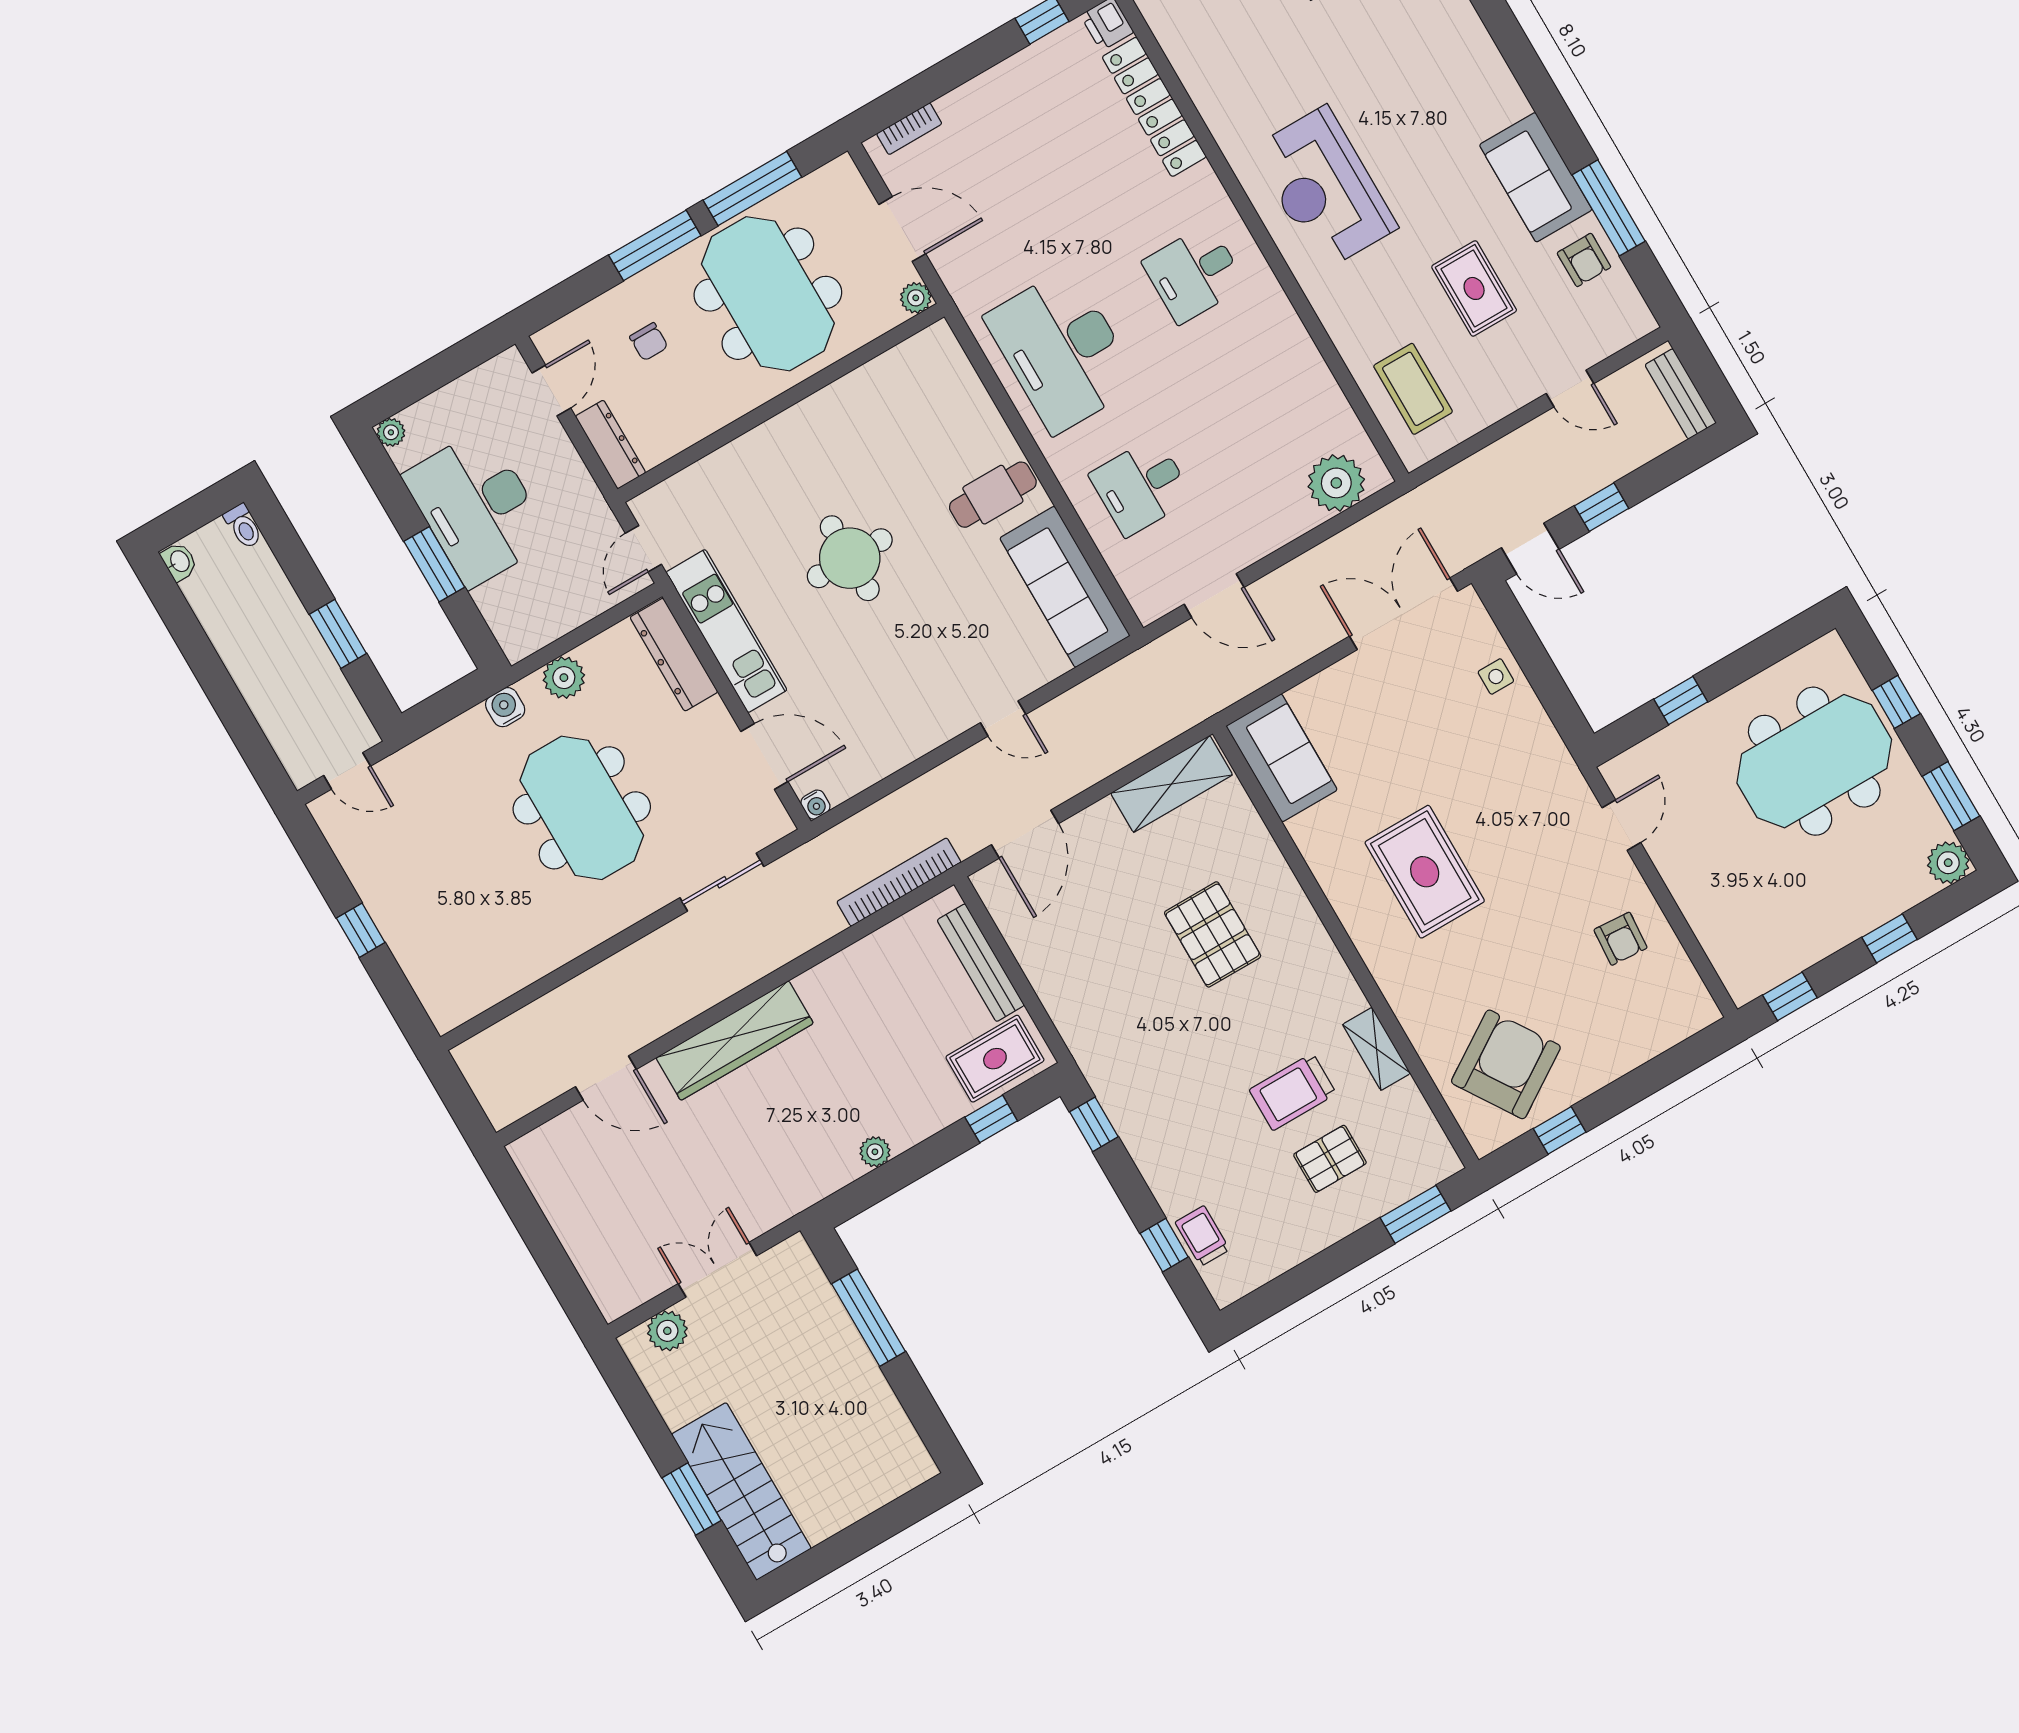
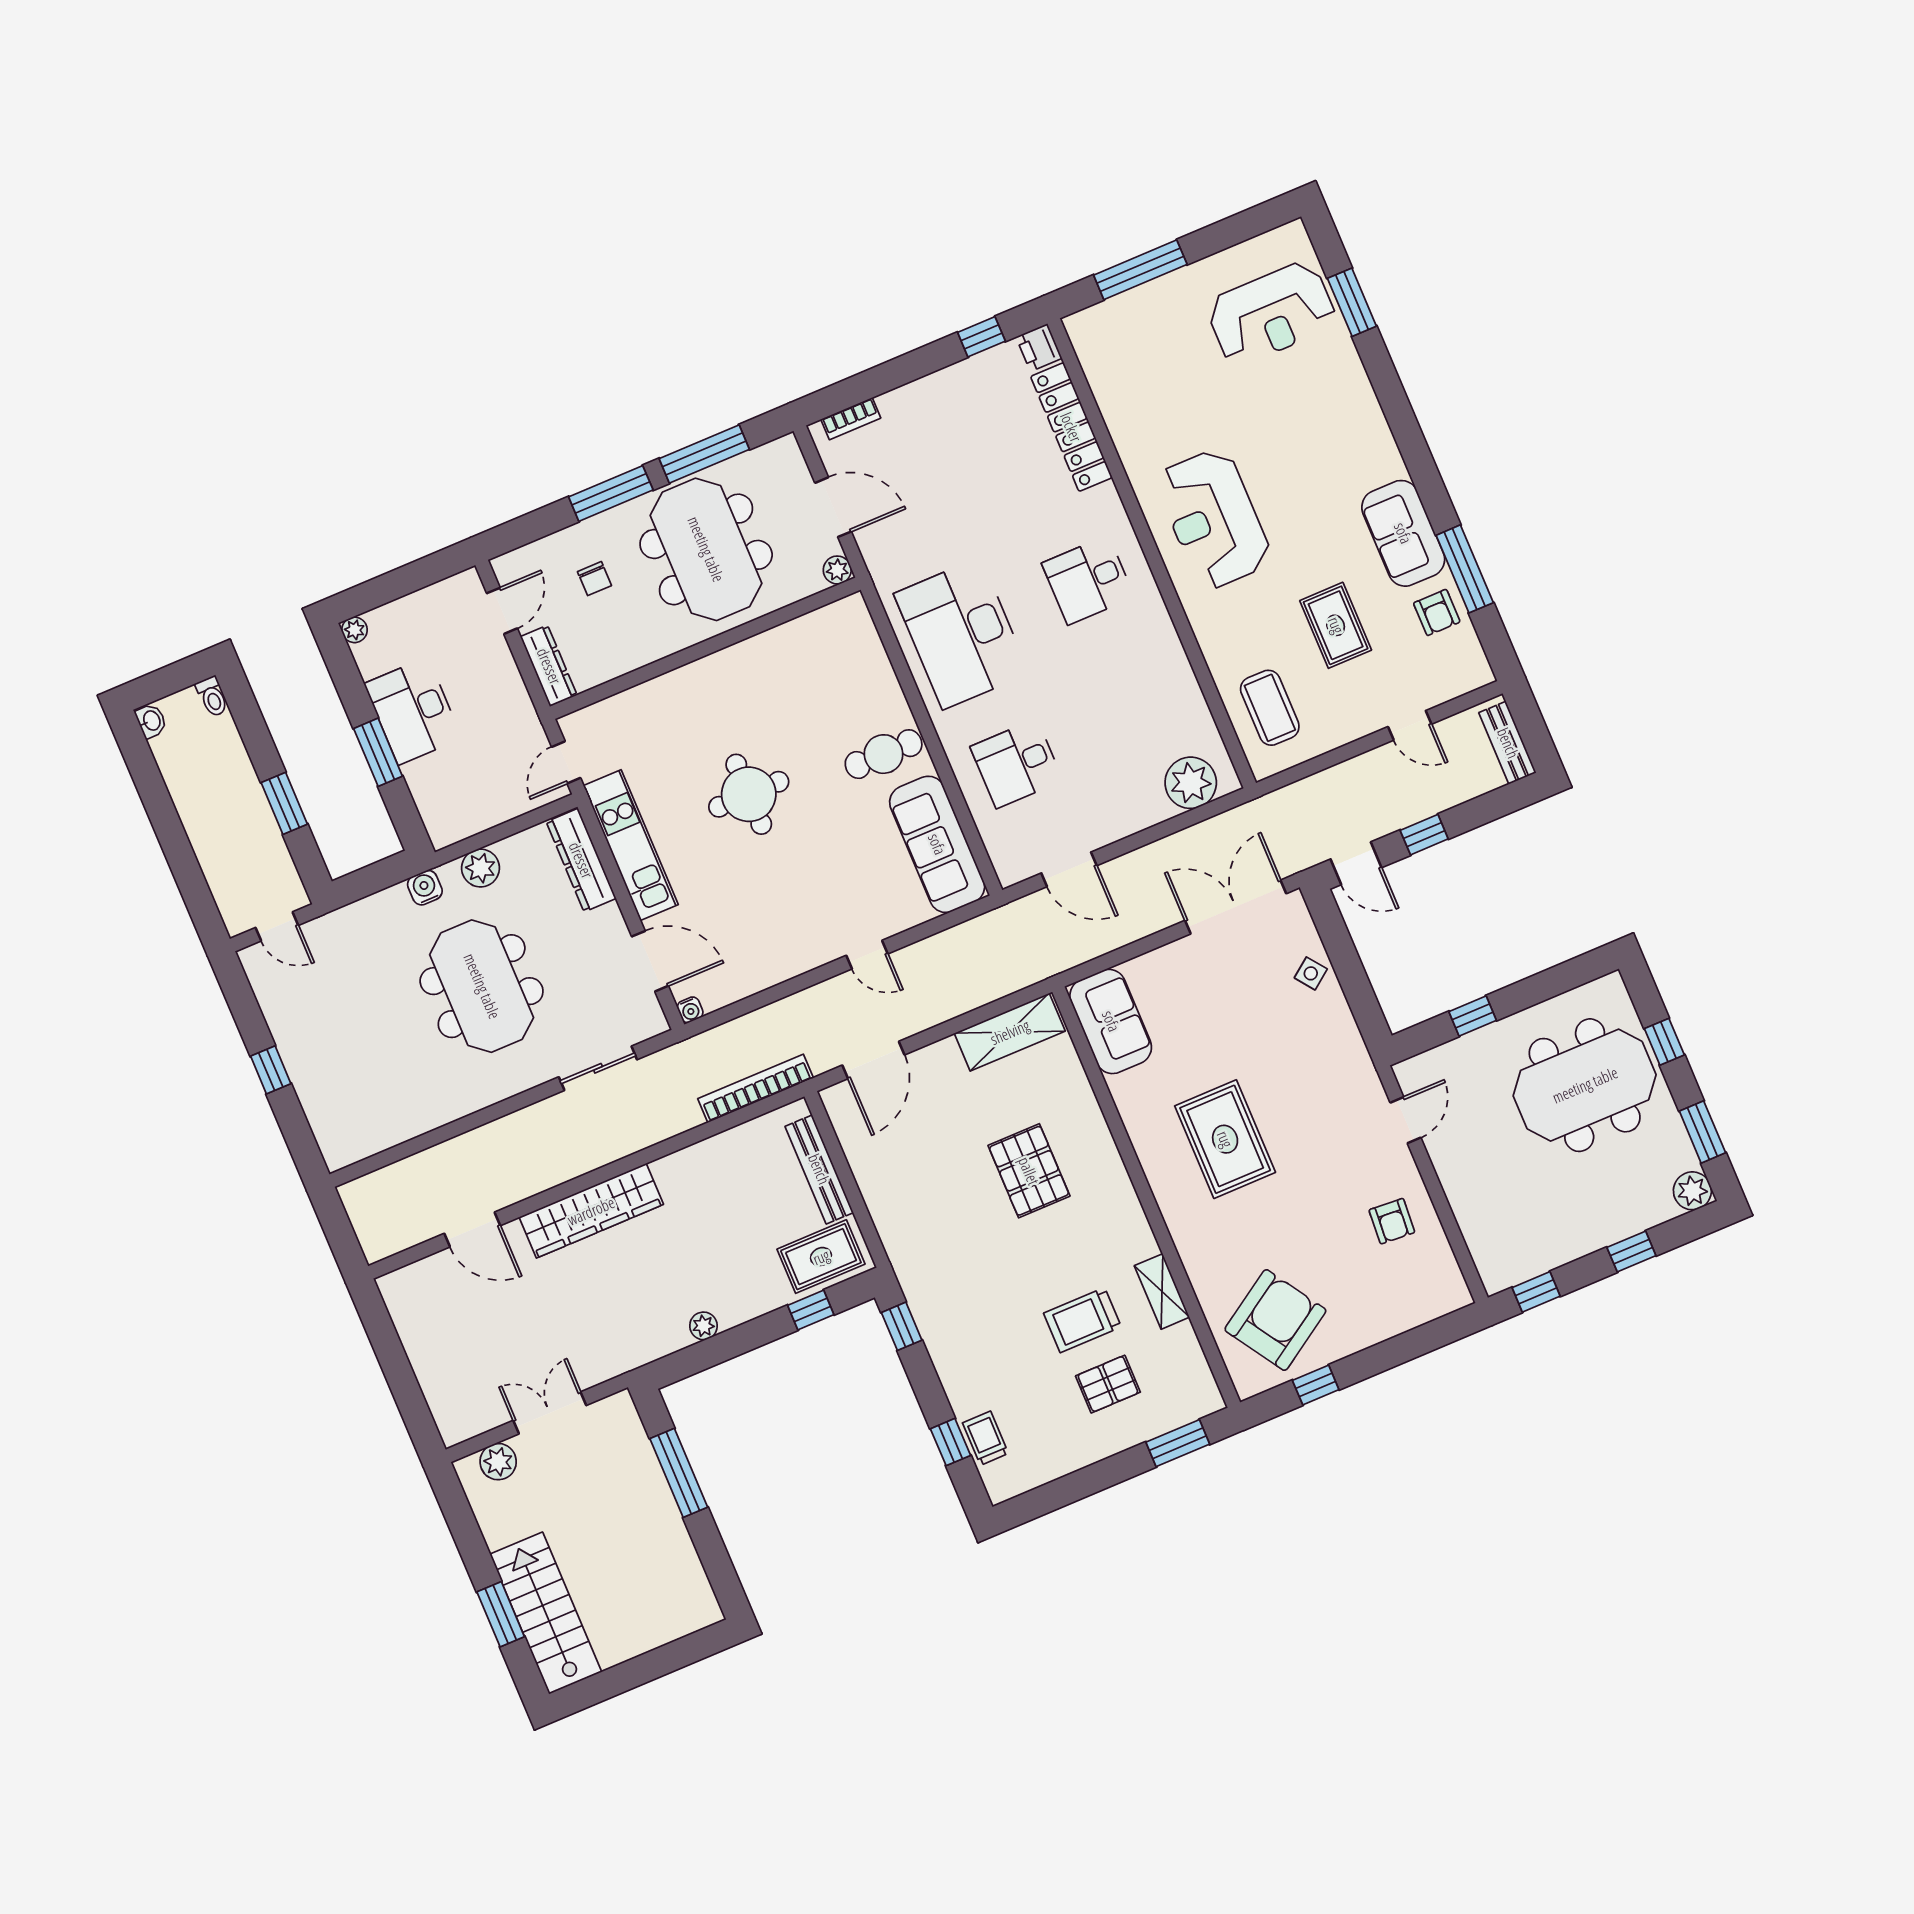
desk: (477, 508) -> (413, 711), width x0.73, depth x0.77
side table: (1496, 676) -> (1311, 973), turned -37

